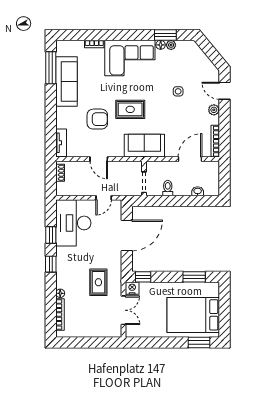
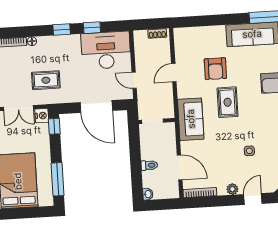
tv unit: (61, 143) -> (189, 33), removed
toilet: (168, 188) -> (149, 165), moved
washbasin: (198, 191) -> (148, 194), moved
window: (194, 277) -> (58, 179), width x1.44

